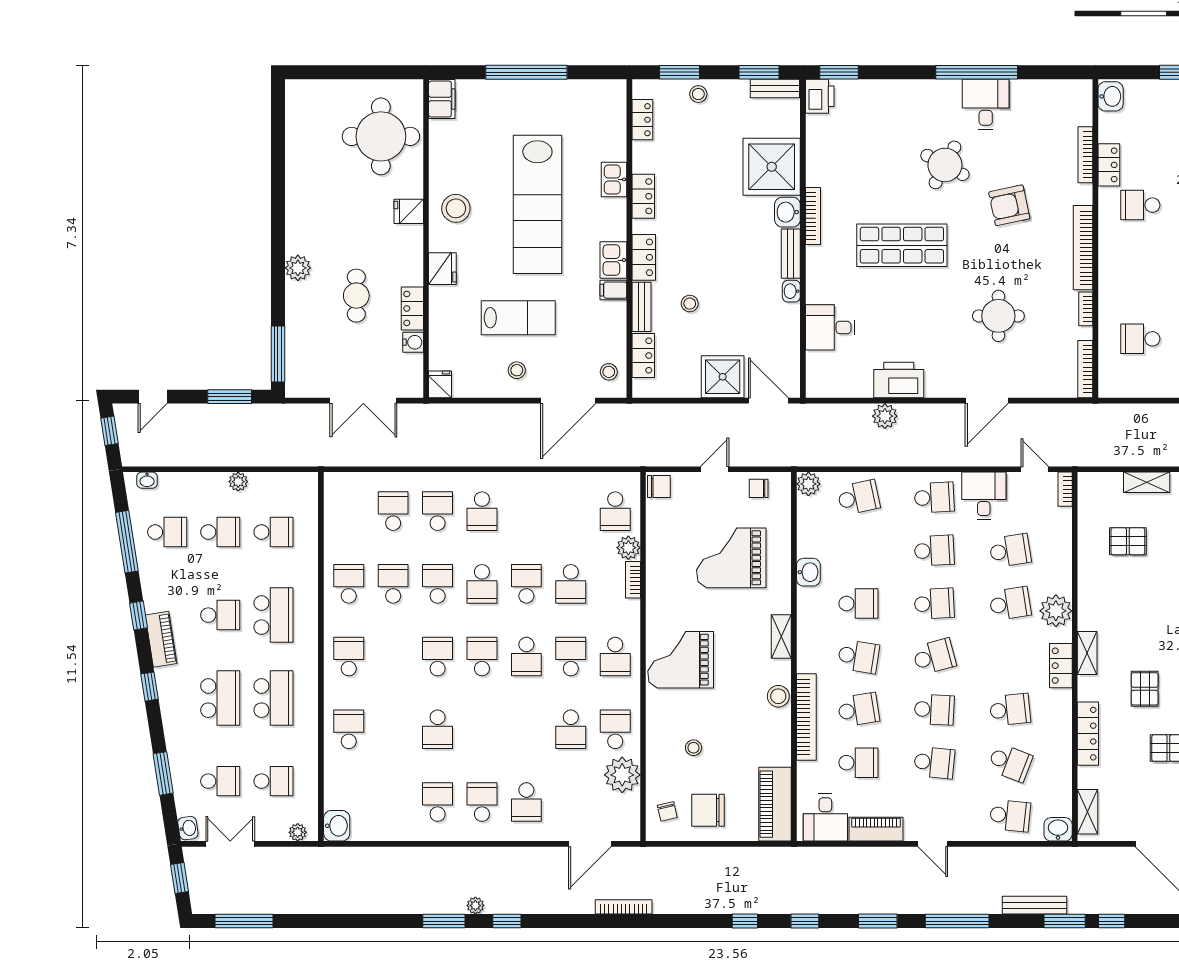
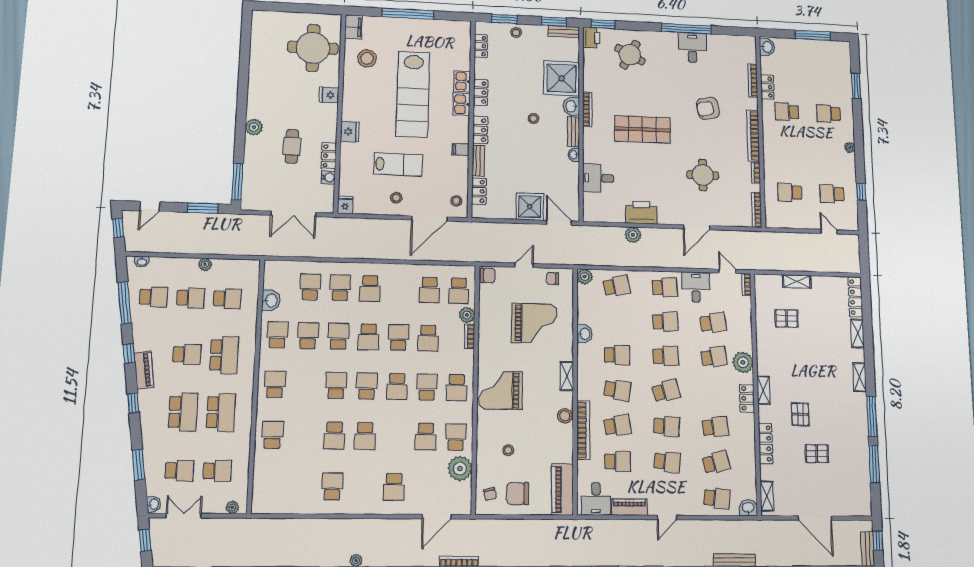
round table: (945, 165) -> (630, 55), moved
stool: (456, 208) -> (367, 58), moved
kitchen sink: (613, 260) -> (461, 104), moved
stool: (690, 304) -> (533, 118), moved
school desk: (571, 511) -> (429, 290), added
grand piano: (731, 558) -> (534, 323), turned 180
school desk: (1010, 763) -> (716, 462), turned -36
school desk: (482, 802) -> (365, 436), moved, turned 180
washbasin: (337, 826) -> (271, 301), moved
door: (933, 844) -> (667, 518), hinge flipped

